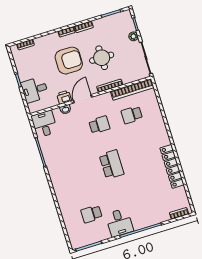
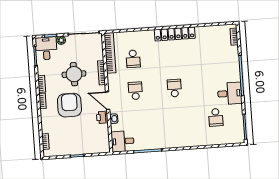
desk: (35, 90) -> (46, 48), moved, turned 180
school desk: (112, 164) -> (174, 88), width x0.54
locker: (172, 166) -> (175, 34), moved

